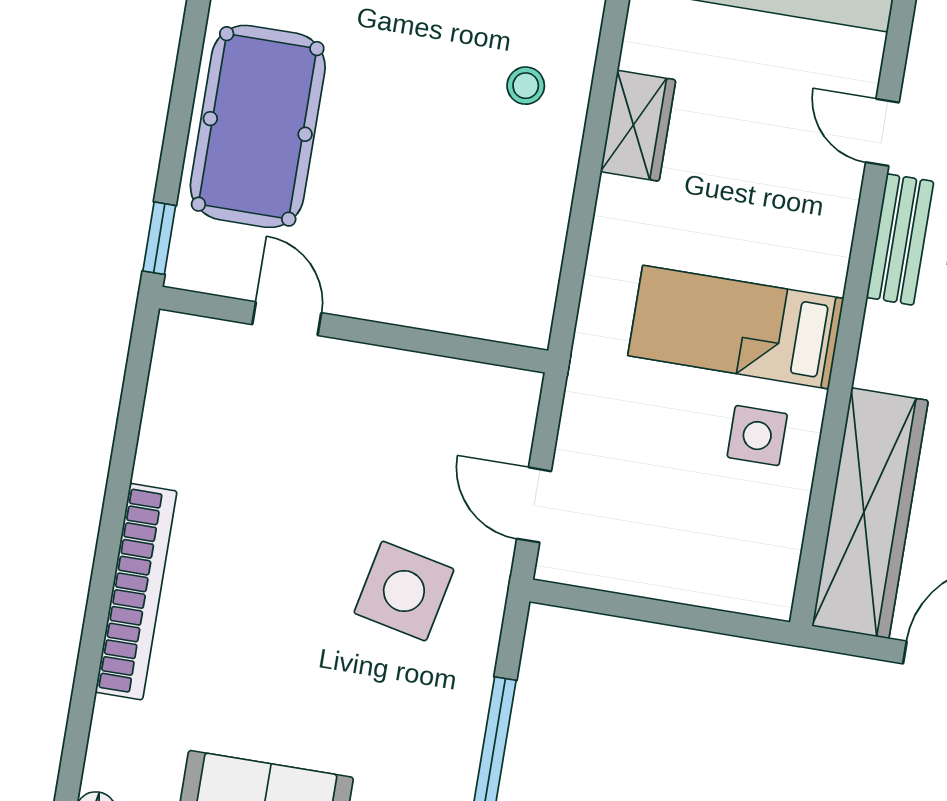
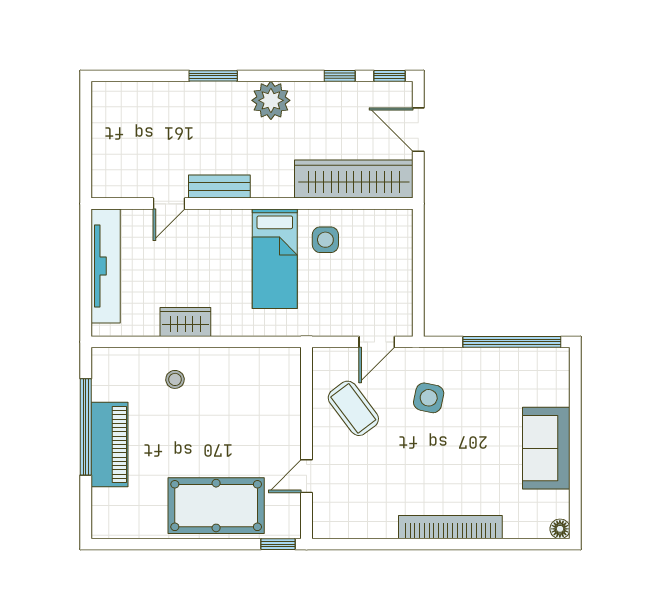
coffee table: (408, 436) -> (353, 408), added
side table: (404, 591) -> (429, 398), width x0.73, depth x0.73

